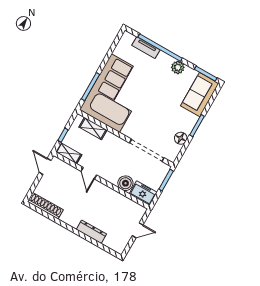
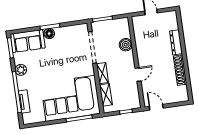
floor lamp: (181, 138) -> (49, 34), moved
shelving: (69, 153) -> (102, 73), moved
door: (45, 166) -> (156, 107), swing flipped
freezer: (143, 193) -> (123, 28), removed
shoe rack: (45, 206) -> (180, 70), moved

